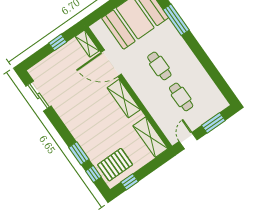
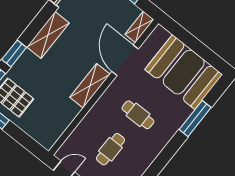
cafe table: (159, 66) -> (138, 115), turned 90
shelving: (150, 137) -> (48, 35), moved

